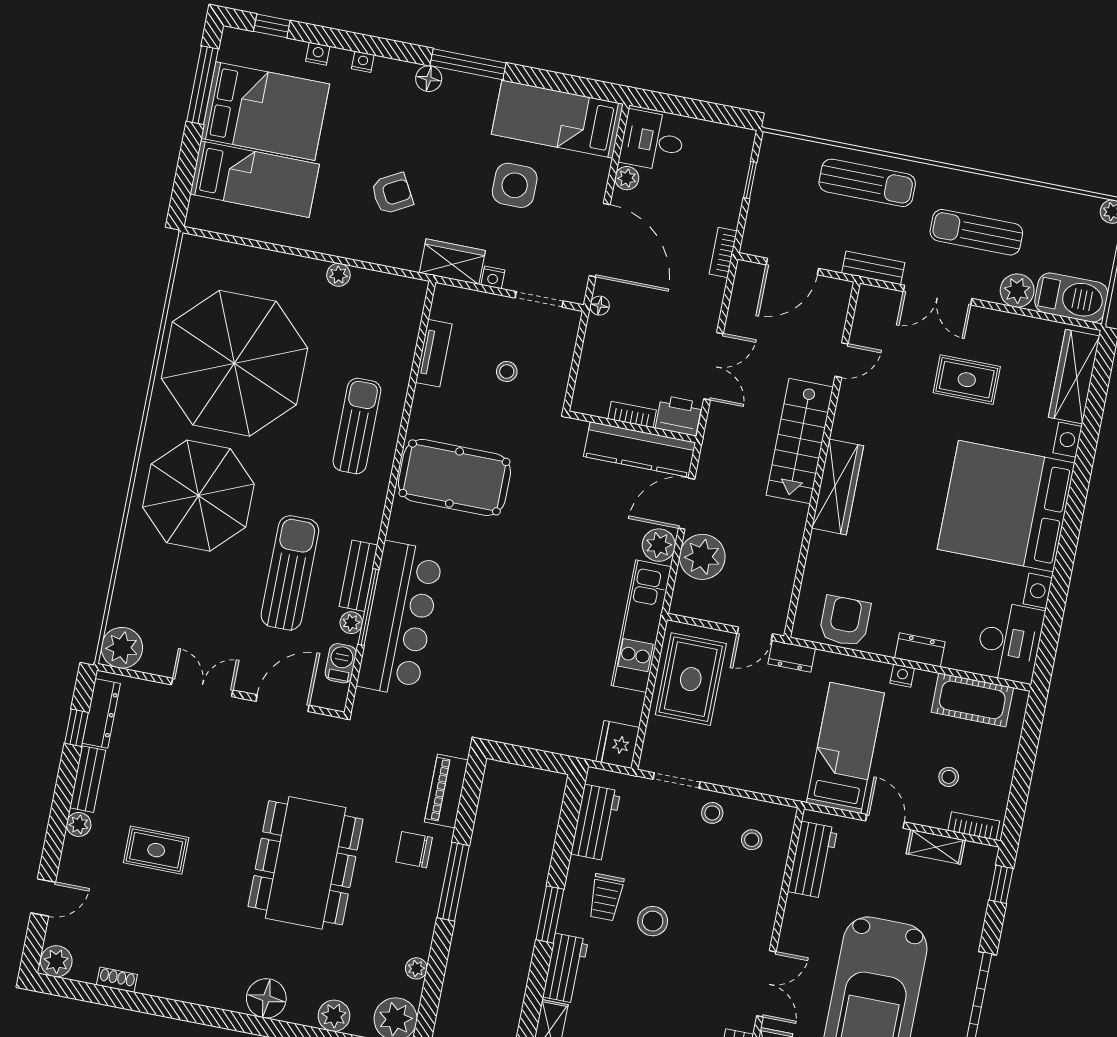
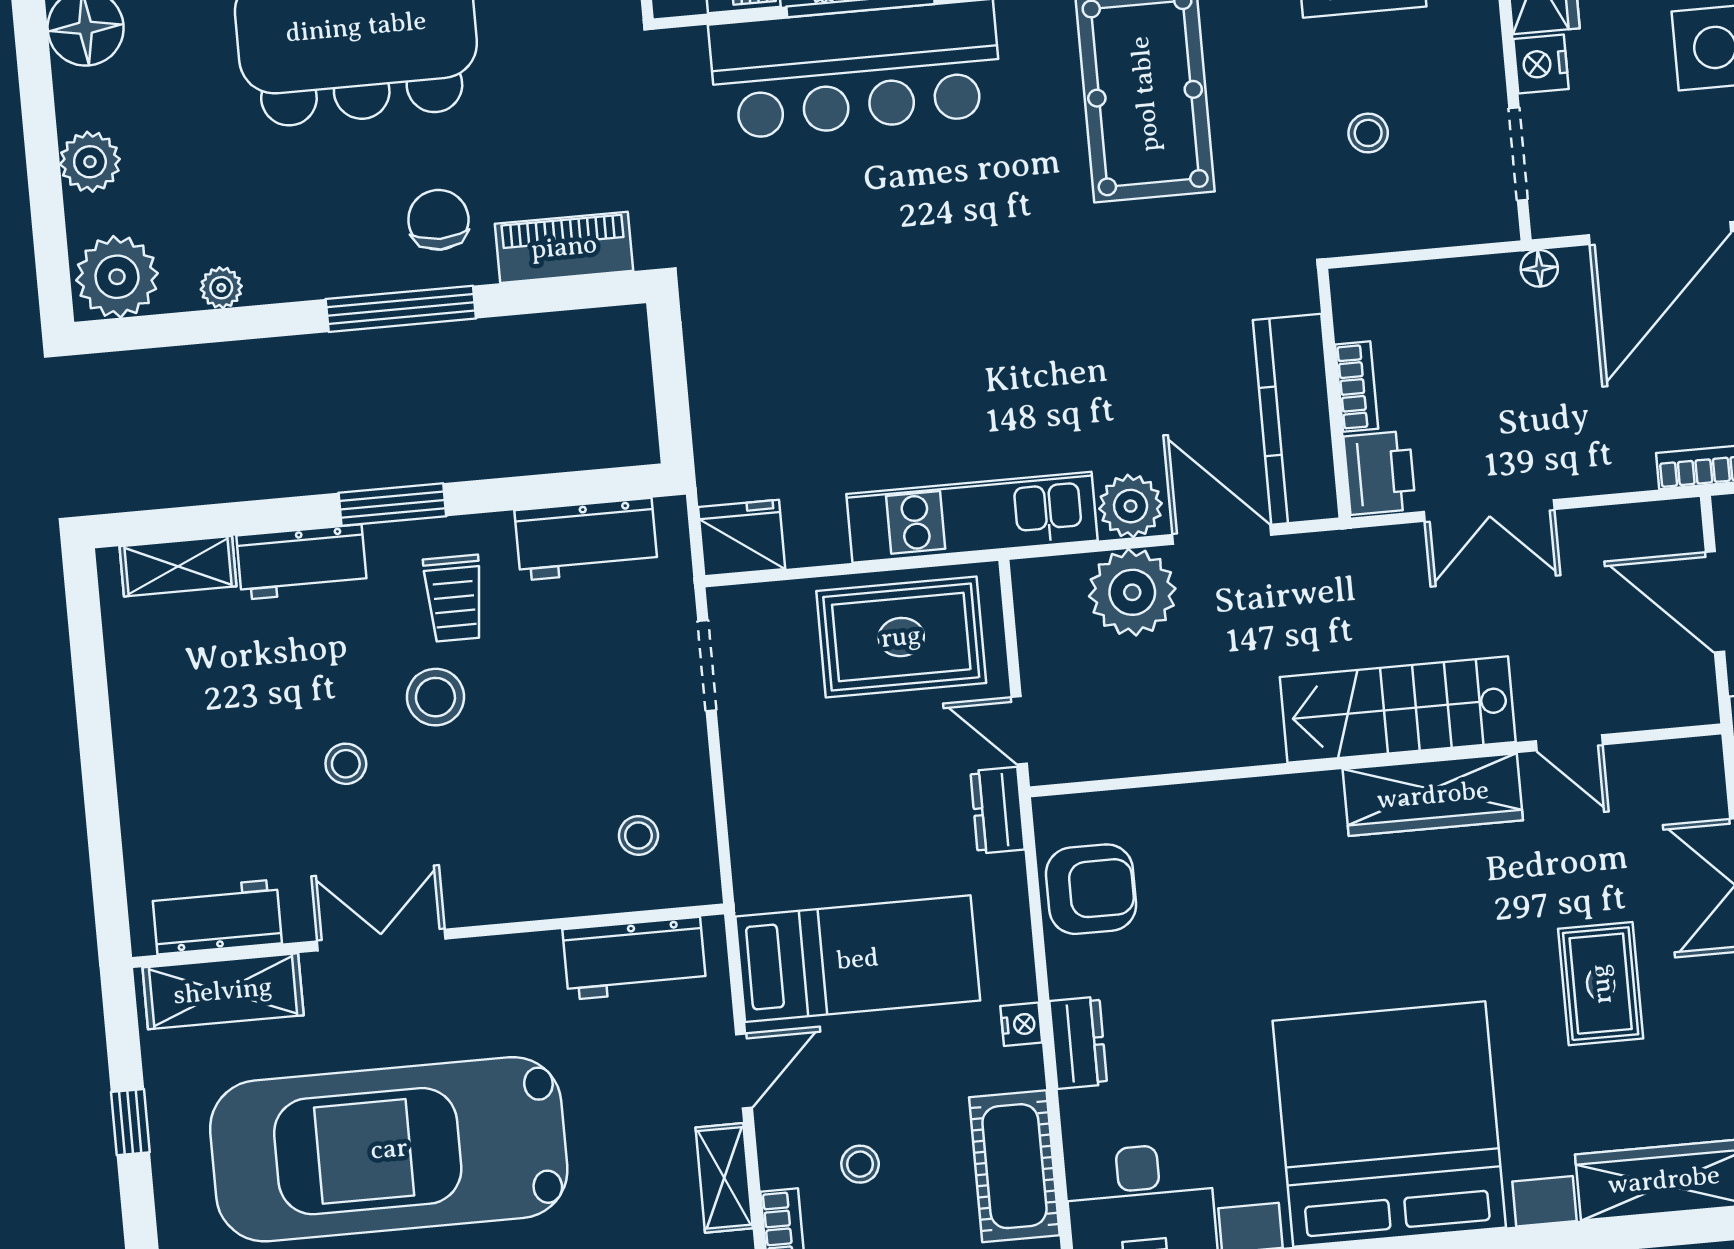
nightstand: (493, 277) -> (1541, 64), width x1.39, depth x1.35
wardrobe: (838, 487) -> (1433, 795), moved
stool: (712, 813) -> (346, 764), moved
trolley: (606, 897) -> (454, 598), turned -90
double door: (766, 984) -> (381, 940), swing flipped

